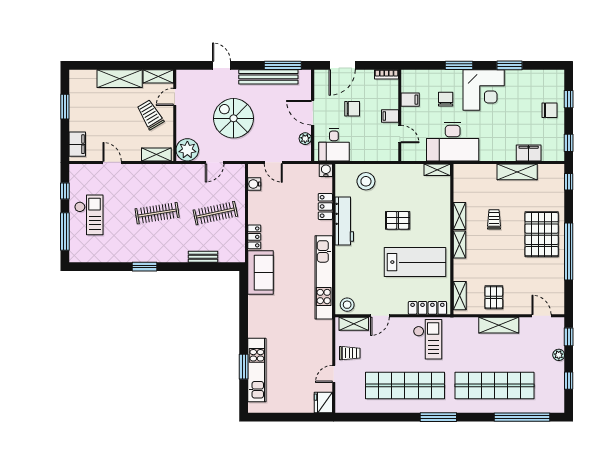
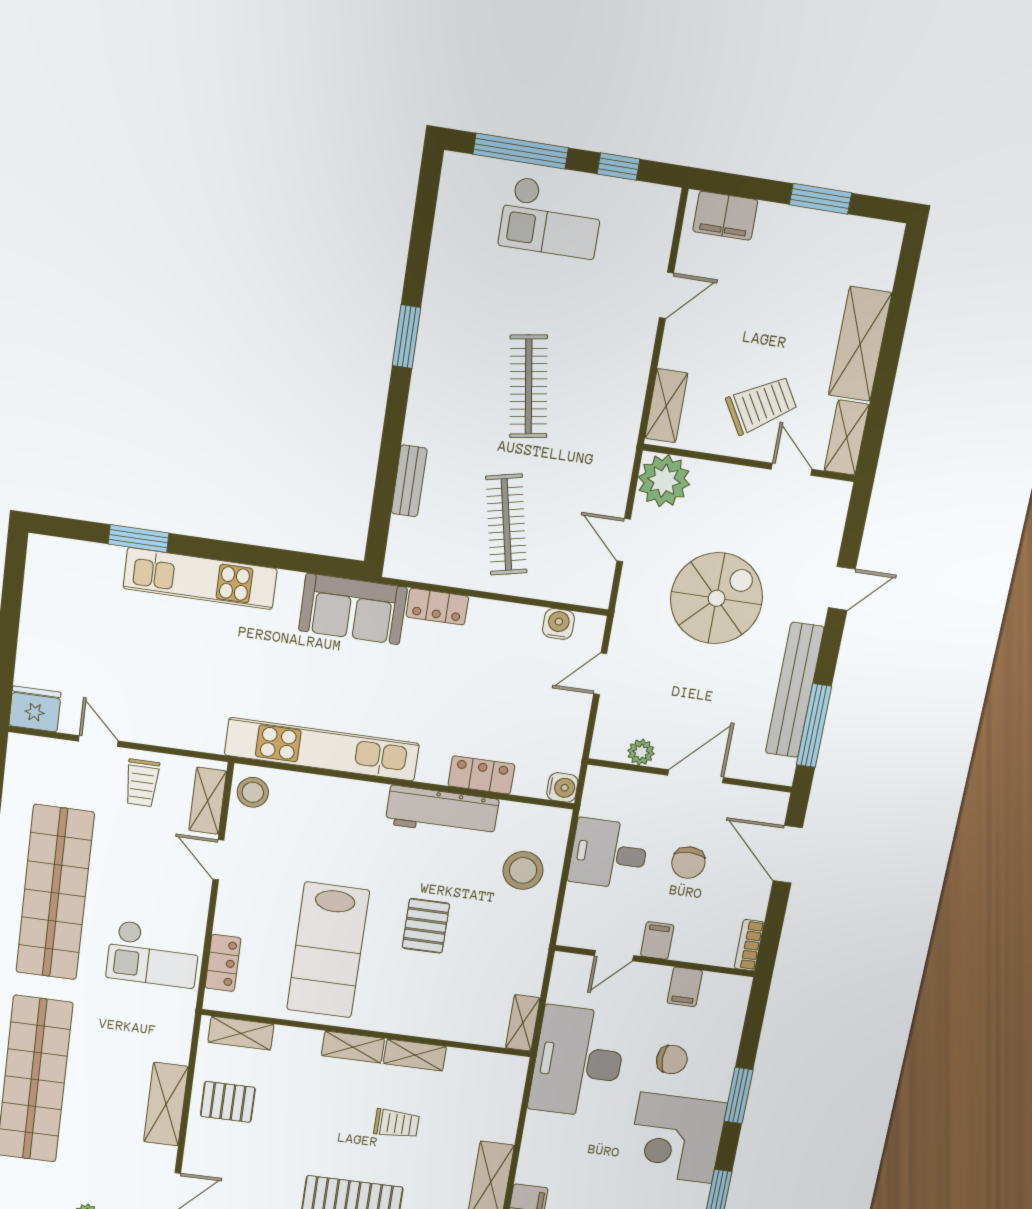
desk: (334, 145) -> (609, 854), moved
locker: (427, 308) -> (223, 963), width x0.66
kitchen unit: (257, 370) -> (200, 579), moved

